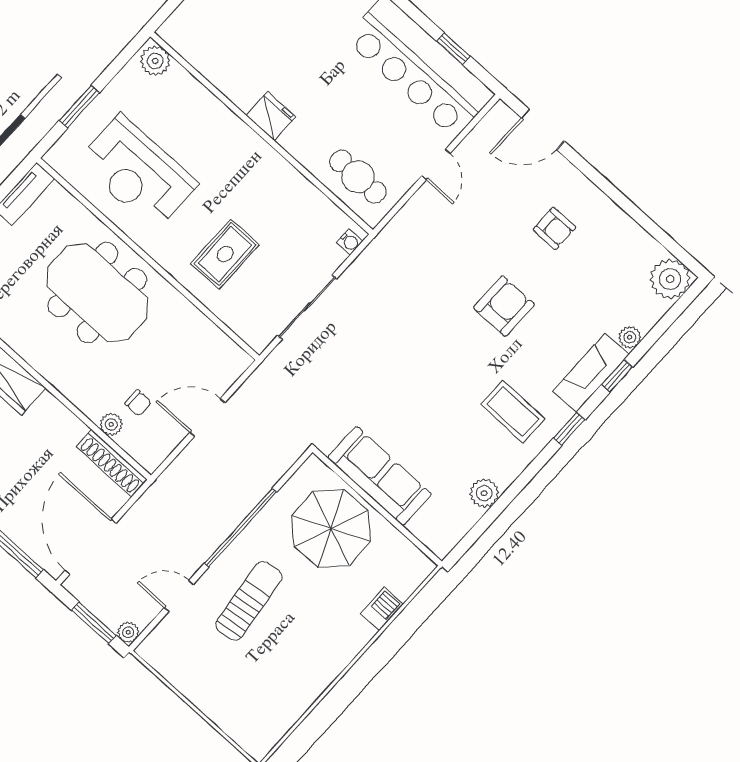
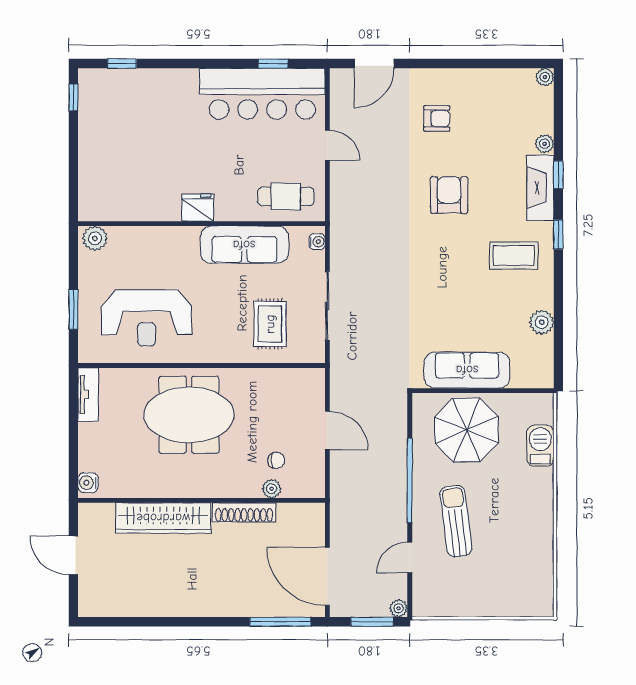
sofa: (283, 186) -> (244, 245), added
rug: (225, 254) -> (270, 324), moved
plant: (670, 279) -> (545, 77), width x0.53, depth x0.53
door: (207, 418) -> (327, 431), swing flipped
shoe rack: (112, 463) -> (244, 512), moved
barbecue: (382, 609) -> (540, 446), width x1.38, depth x1.27

